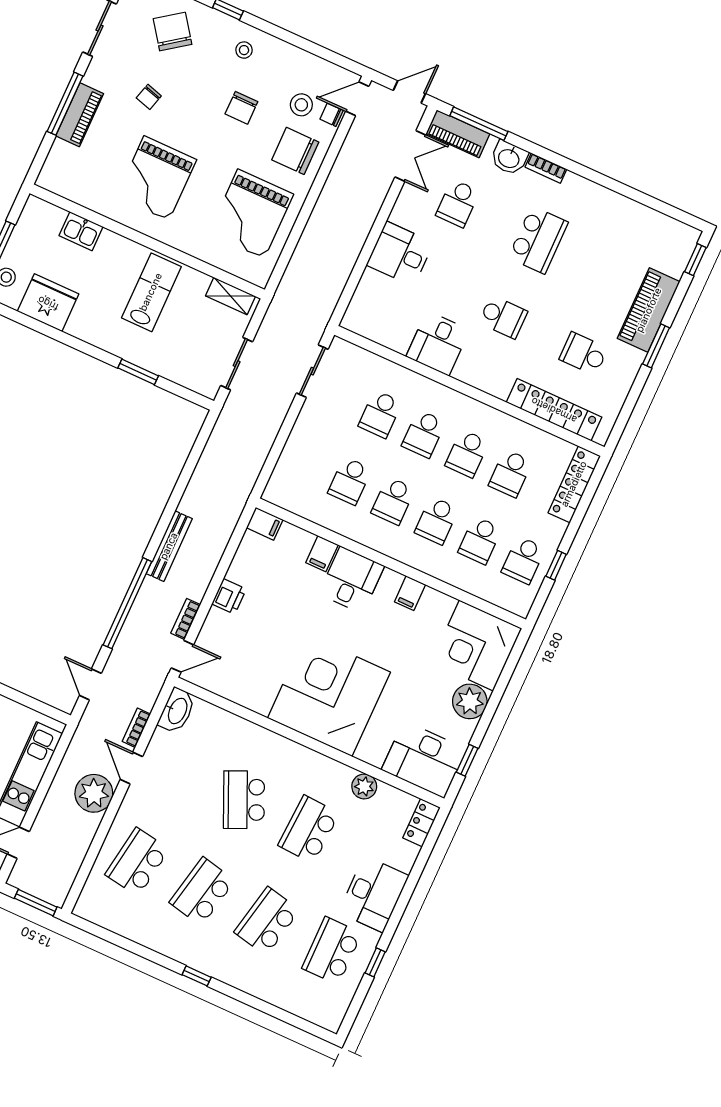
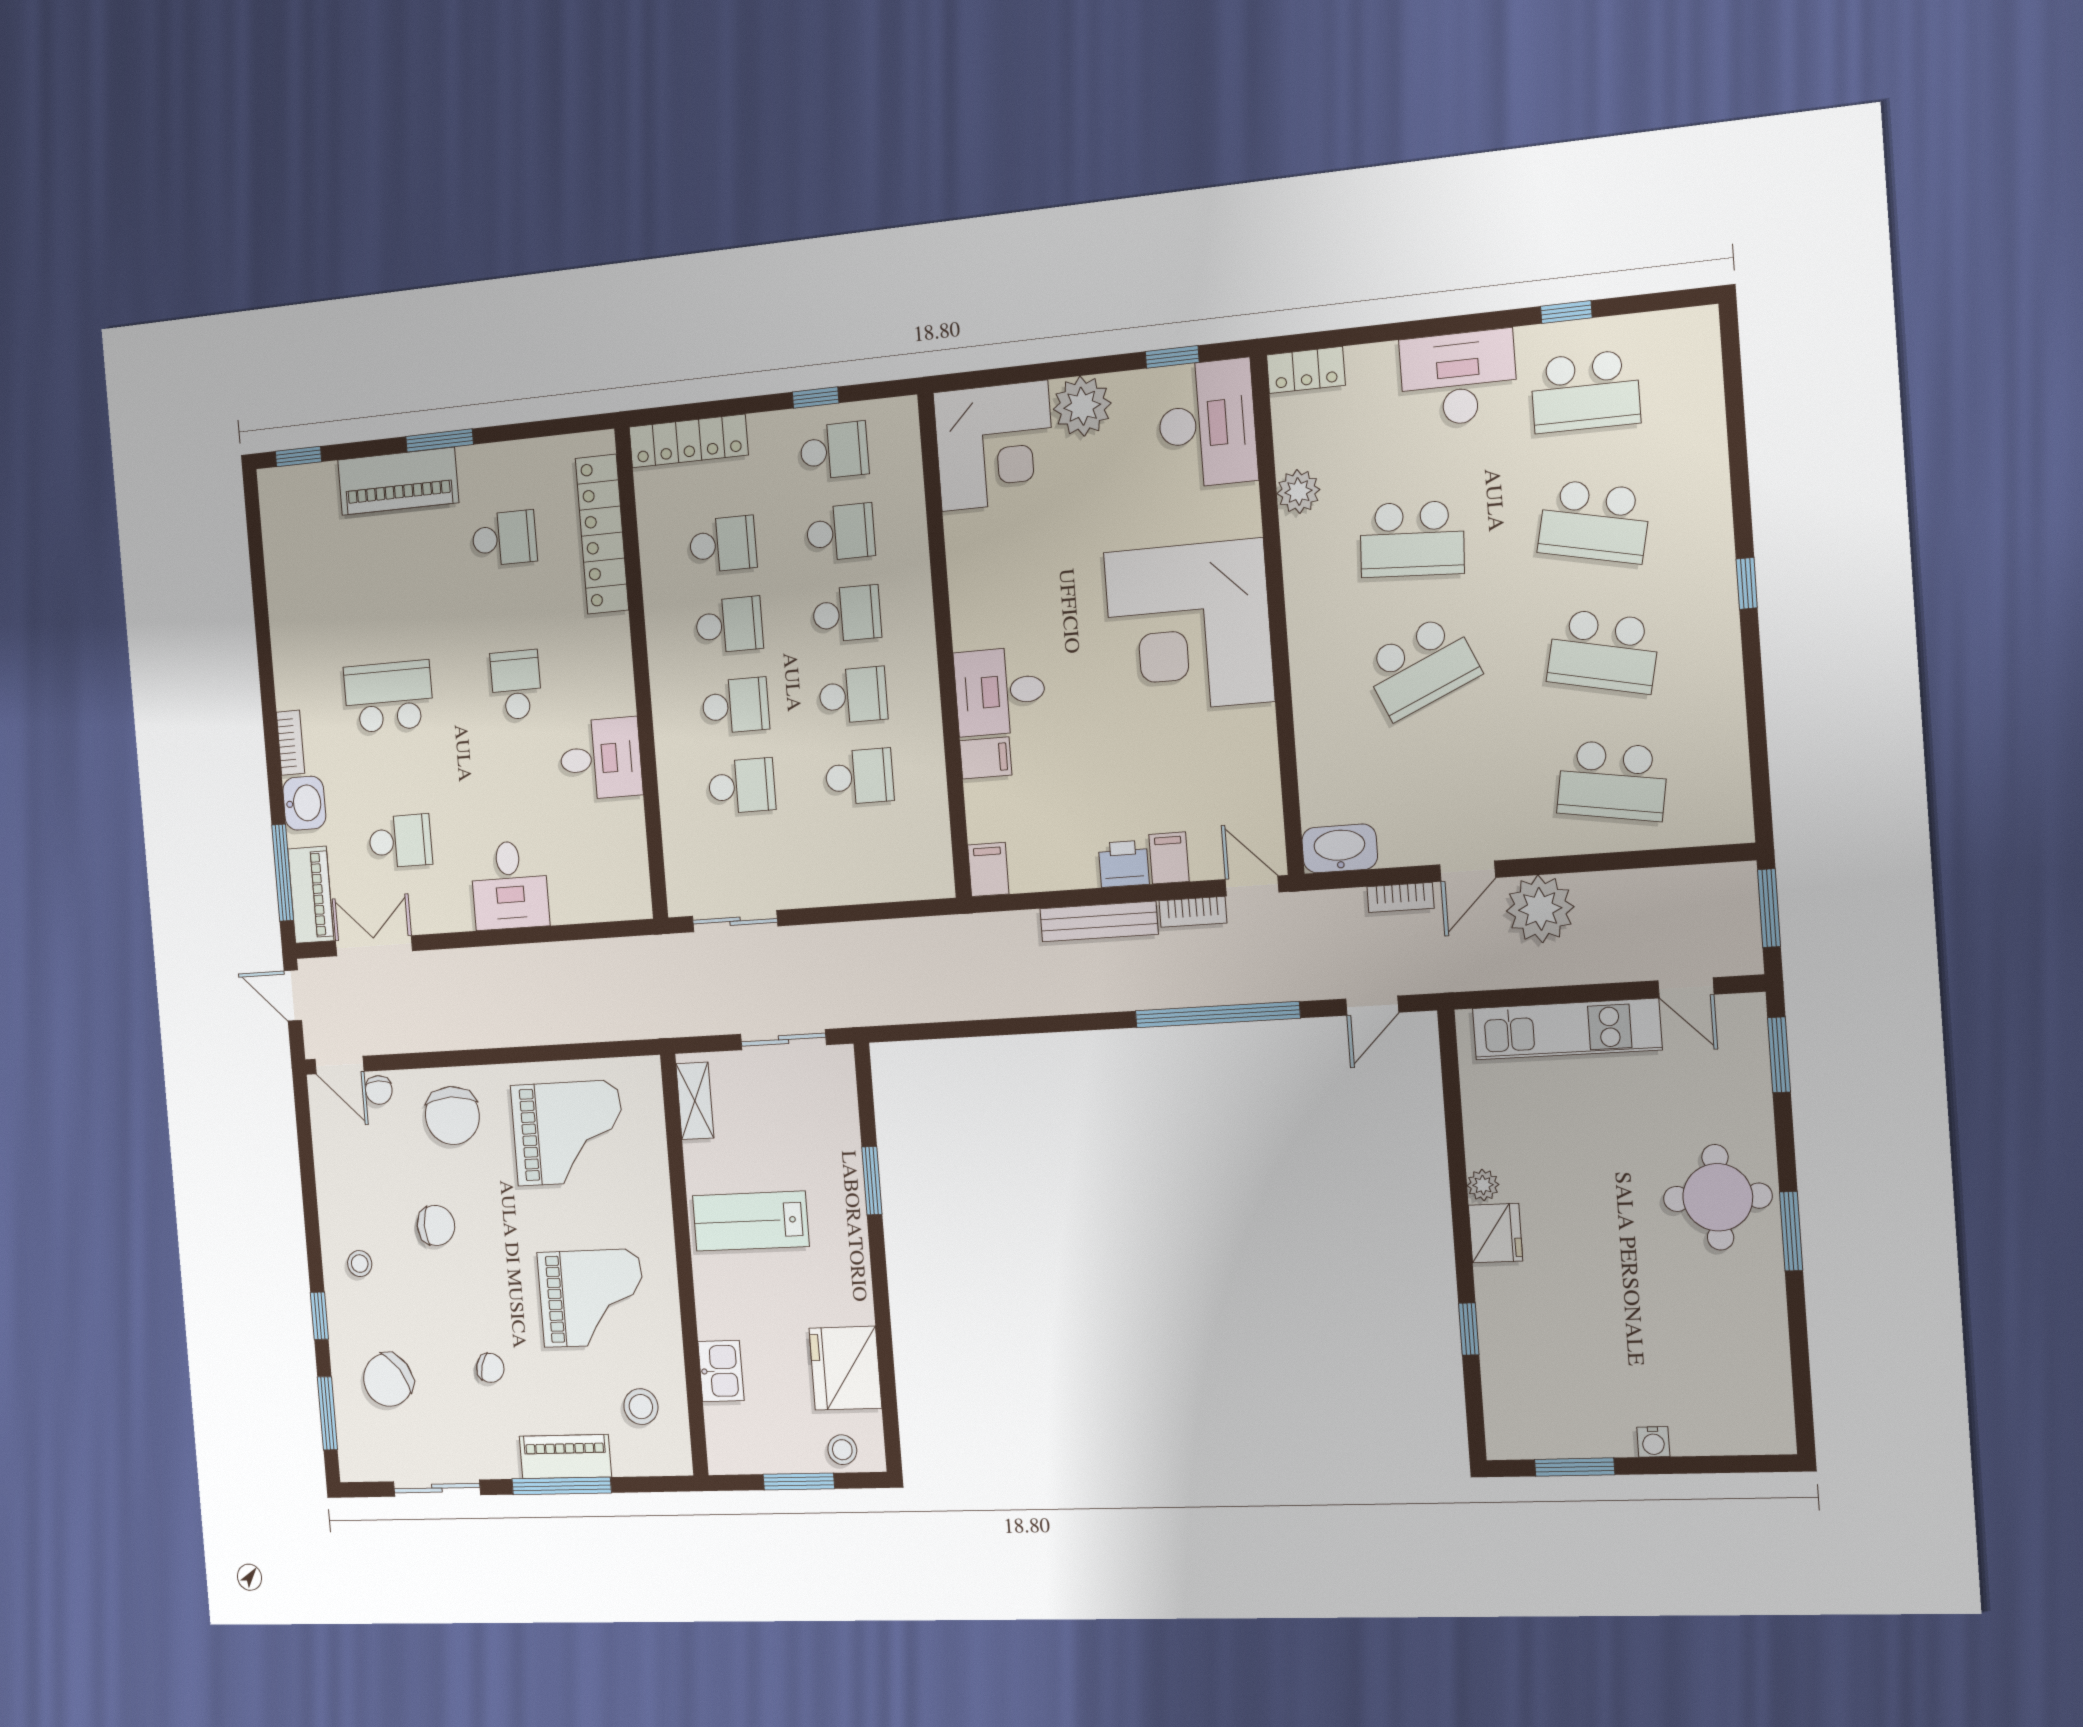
stool: (301, 105) -> (641, 1407), moved
school desk: (584, 354) -> (504, 538), turned -90
bench: (169, 546) -> (1099, 921), moved
filing cabinet: (410, 593) -> (1169, 858), moved, turned -90

